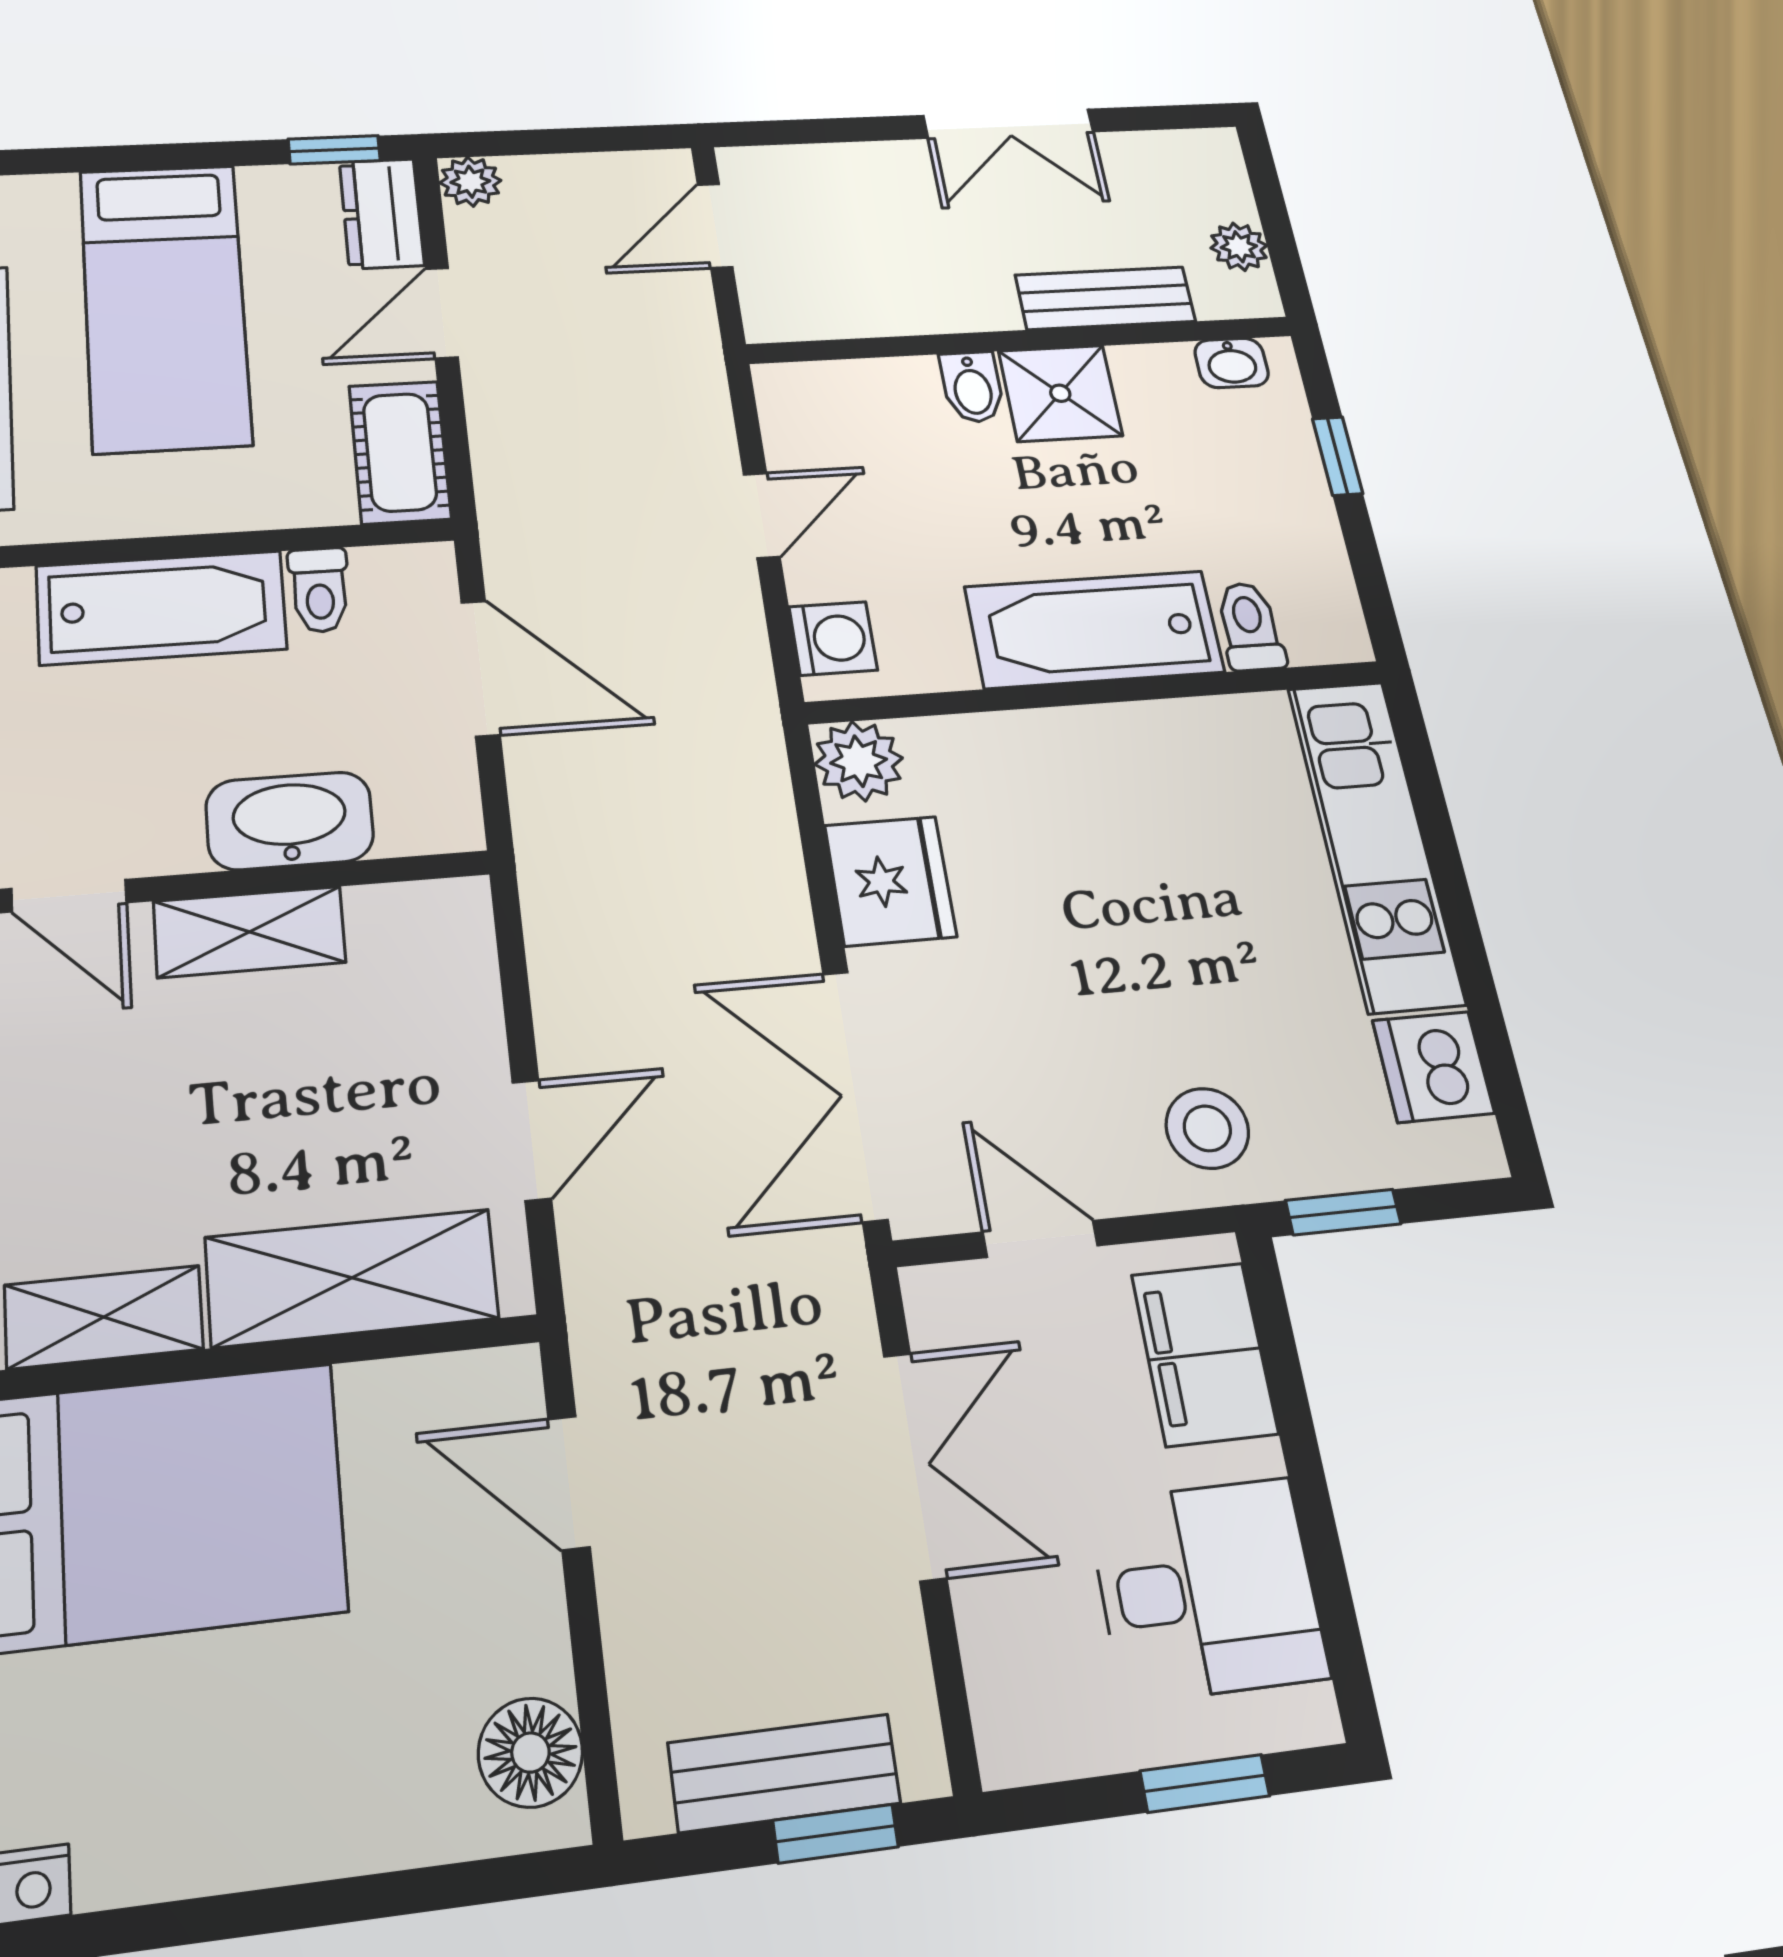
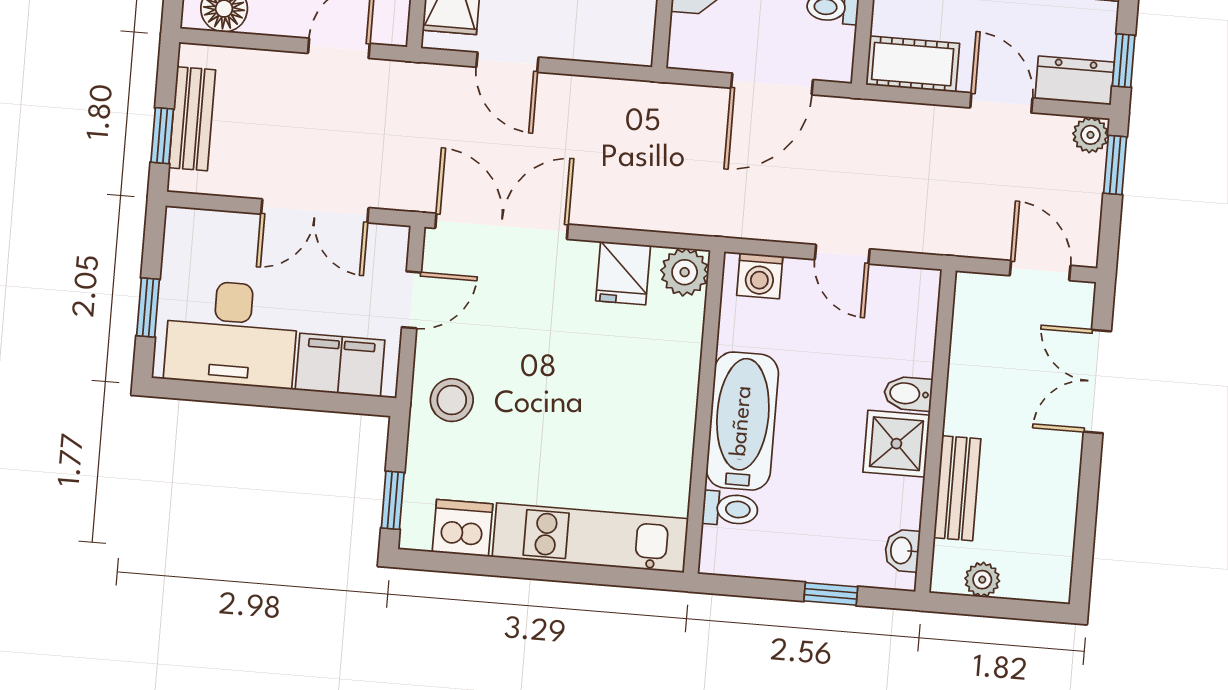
double door: (1009, 124) -> (1097, 381), moved
window: (514, 143) -> (1115, 165), added
fridge: (890, 881) -> (623, 273), width x0.72
window: (1343, 1212) -> (393, 500), moved
desk: (1207, 1589) -> (231, 334), width x1.37

